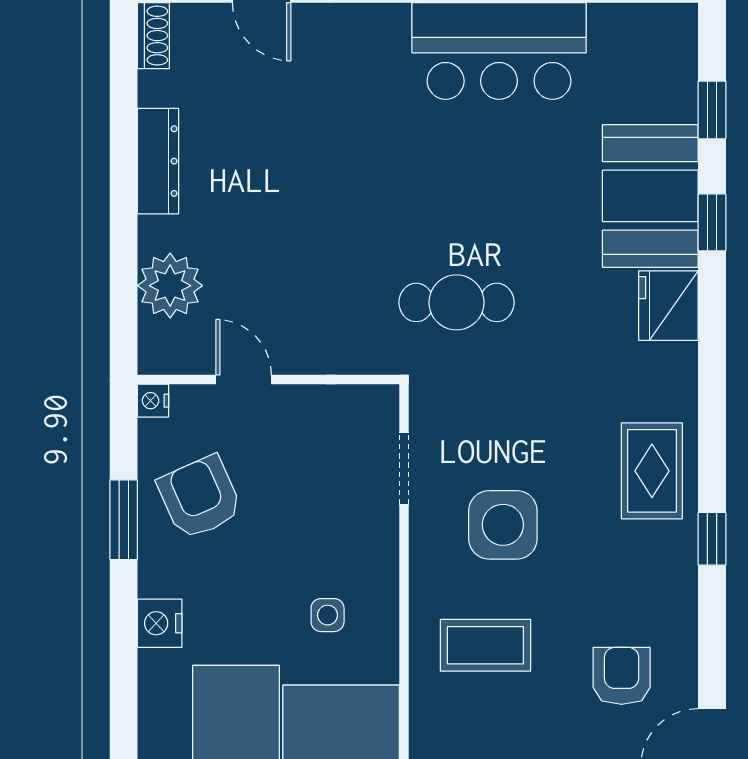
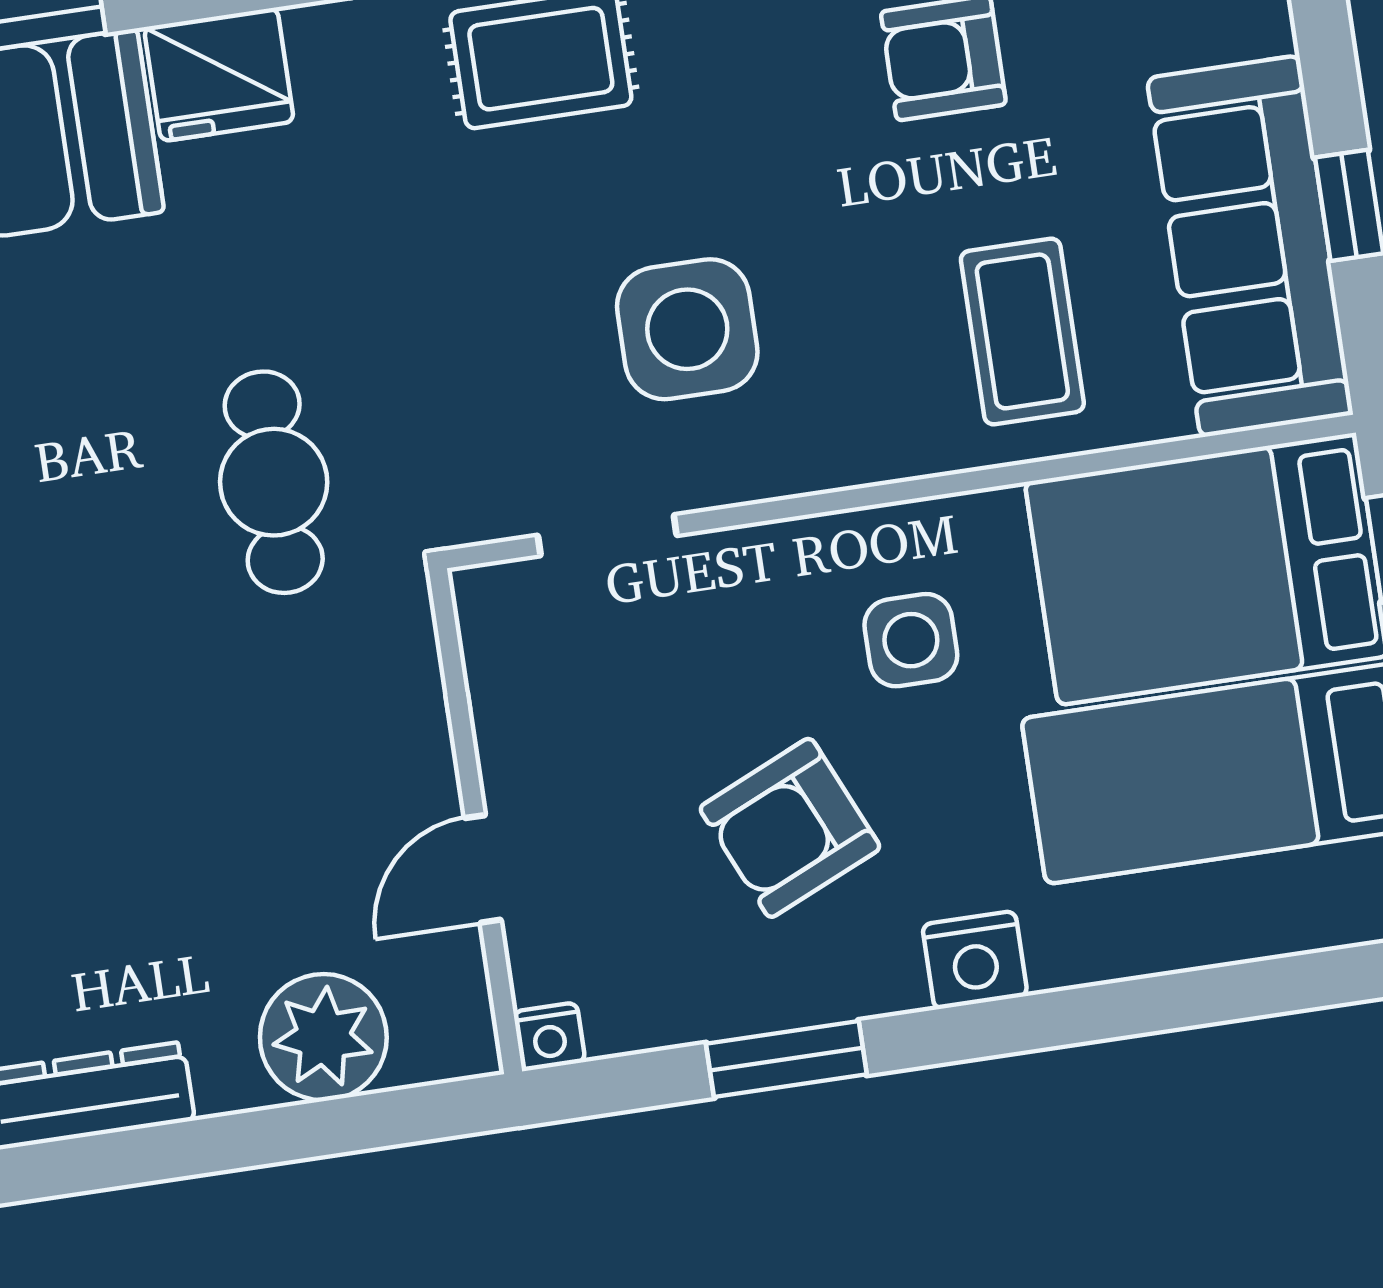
armchair: (200, 497) -> (790, 828), moved
side table: (328, 615) -> (911, 640), width x1.37, depth x1.37
coffee table: (485, 645) -> (1022, 331), moved

